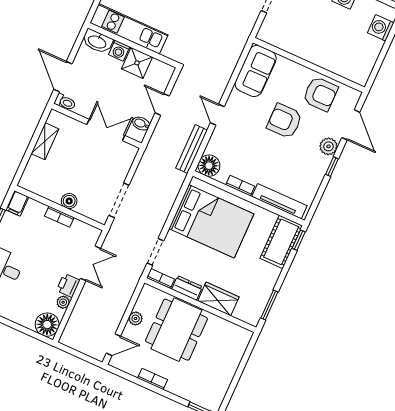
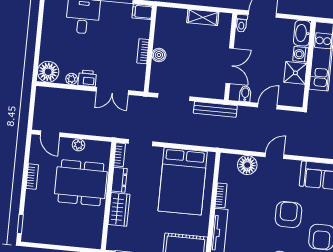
bench: (192, 149) -> (215, 109), moved
floor lamp: (209, 166) -> (247, 165), moved

